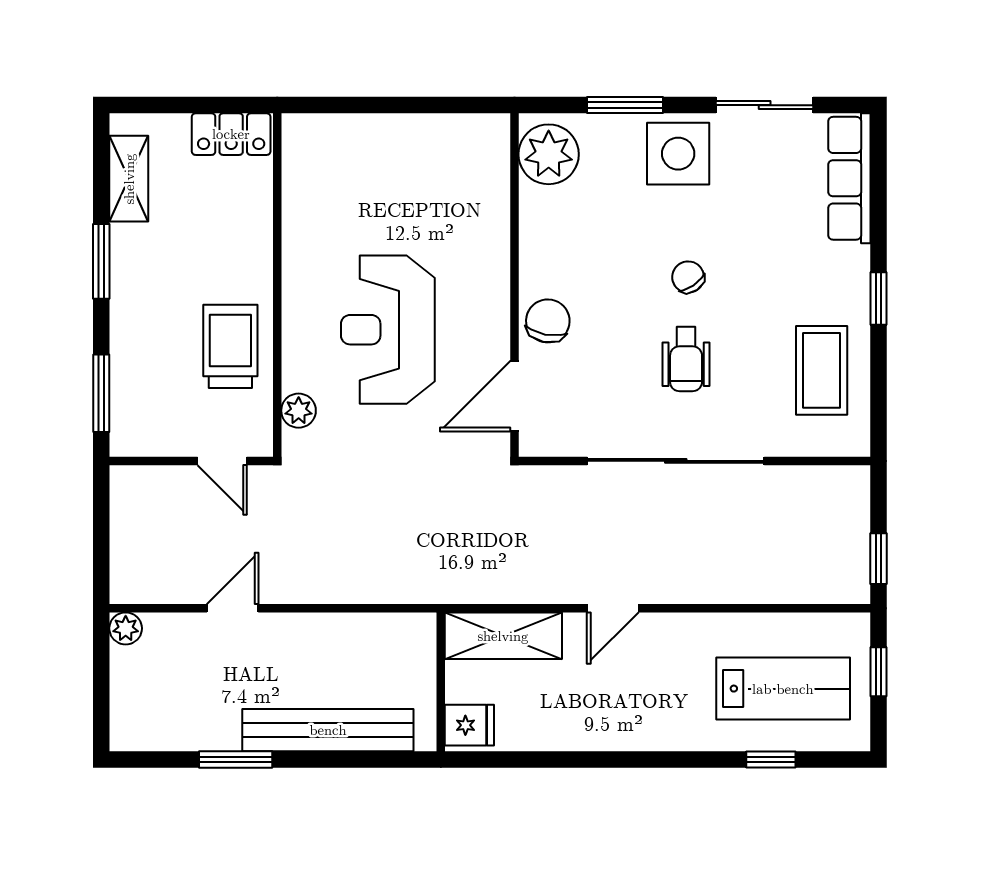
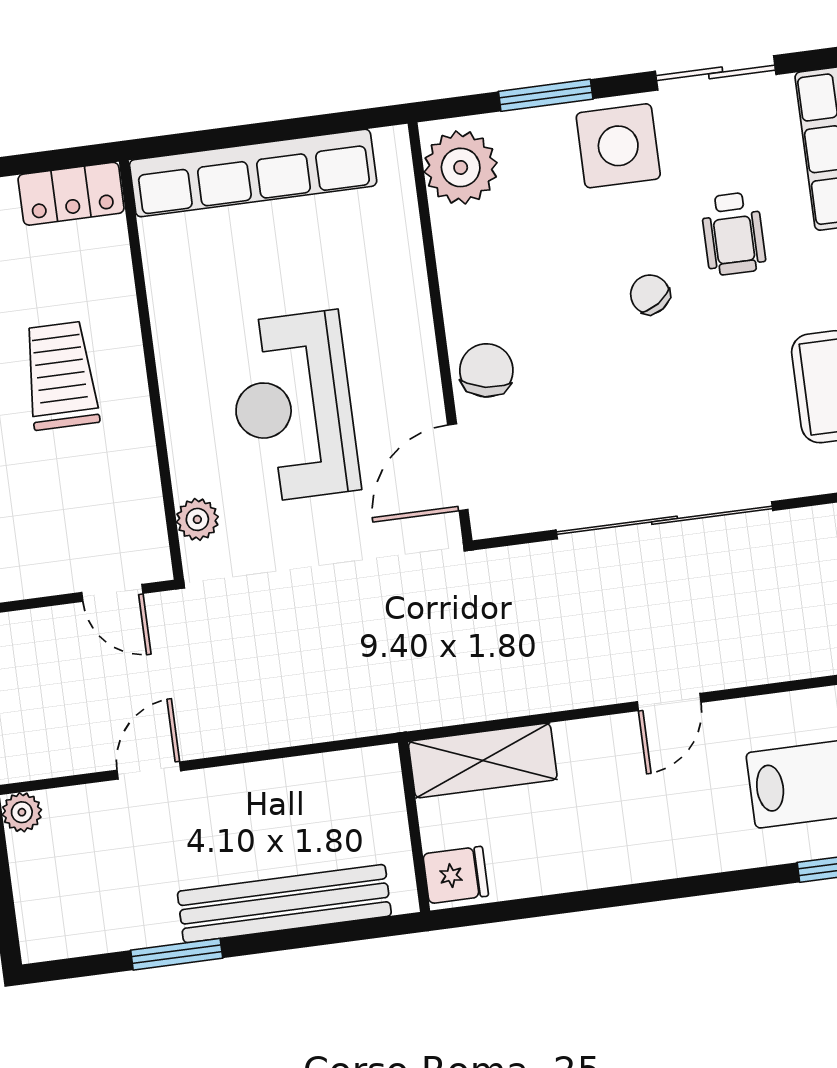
row of seats: (380, 137) -> (253, 173), added
trolley: (230, 346) -> (61, 376), moved
wheelchair: (686, 359) -> (733, 234), moved
door: (613, 608) -> (669, 702), moved

